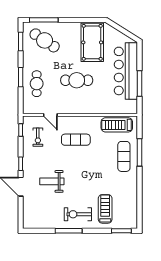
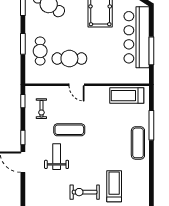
cafe table: (77, 80) -> (69, 59), moved
door: (50, 115) -> (77, 85), moved
exercise mat: (76, 140) -> (69, 130), moved
exercise mat: (124, 156) -> (138, 143), moved
weight bench: (52, 181) -> (57, 157), turned 90

